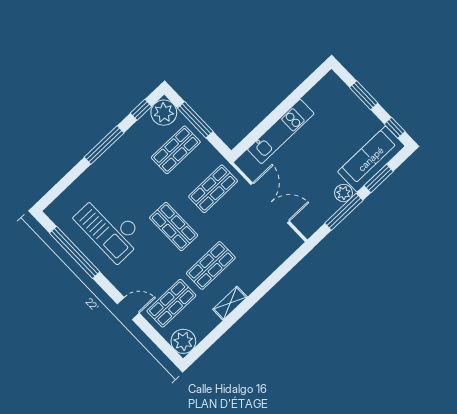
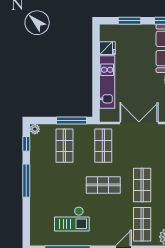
fridge: (315, 99) -> (107, 48), added
plant: (164, 113) -> (35, 129), width x0.53, depth x0.53
window: (195, 120) -> (72, 121), moved
checkout: (109, 228) -> (72, 219), width x0.73, depth x0.83

